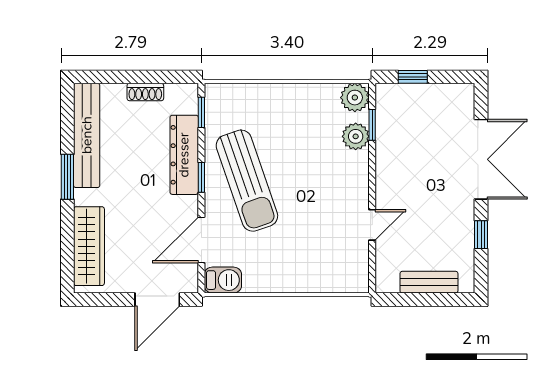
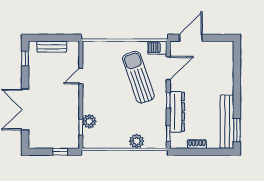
plant: (355, 98) -> (137, 141), moved
window: (67, 177) -> (237, 130), moved
sun lounger: (247, 181) -> (138, 77), moved
window: (481, 235) -> (25, 59), moved
wardrobe: (89, 246) -> (226, 65), removed

